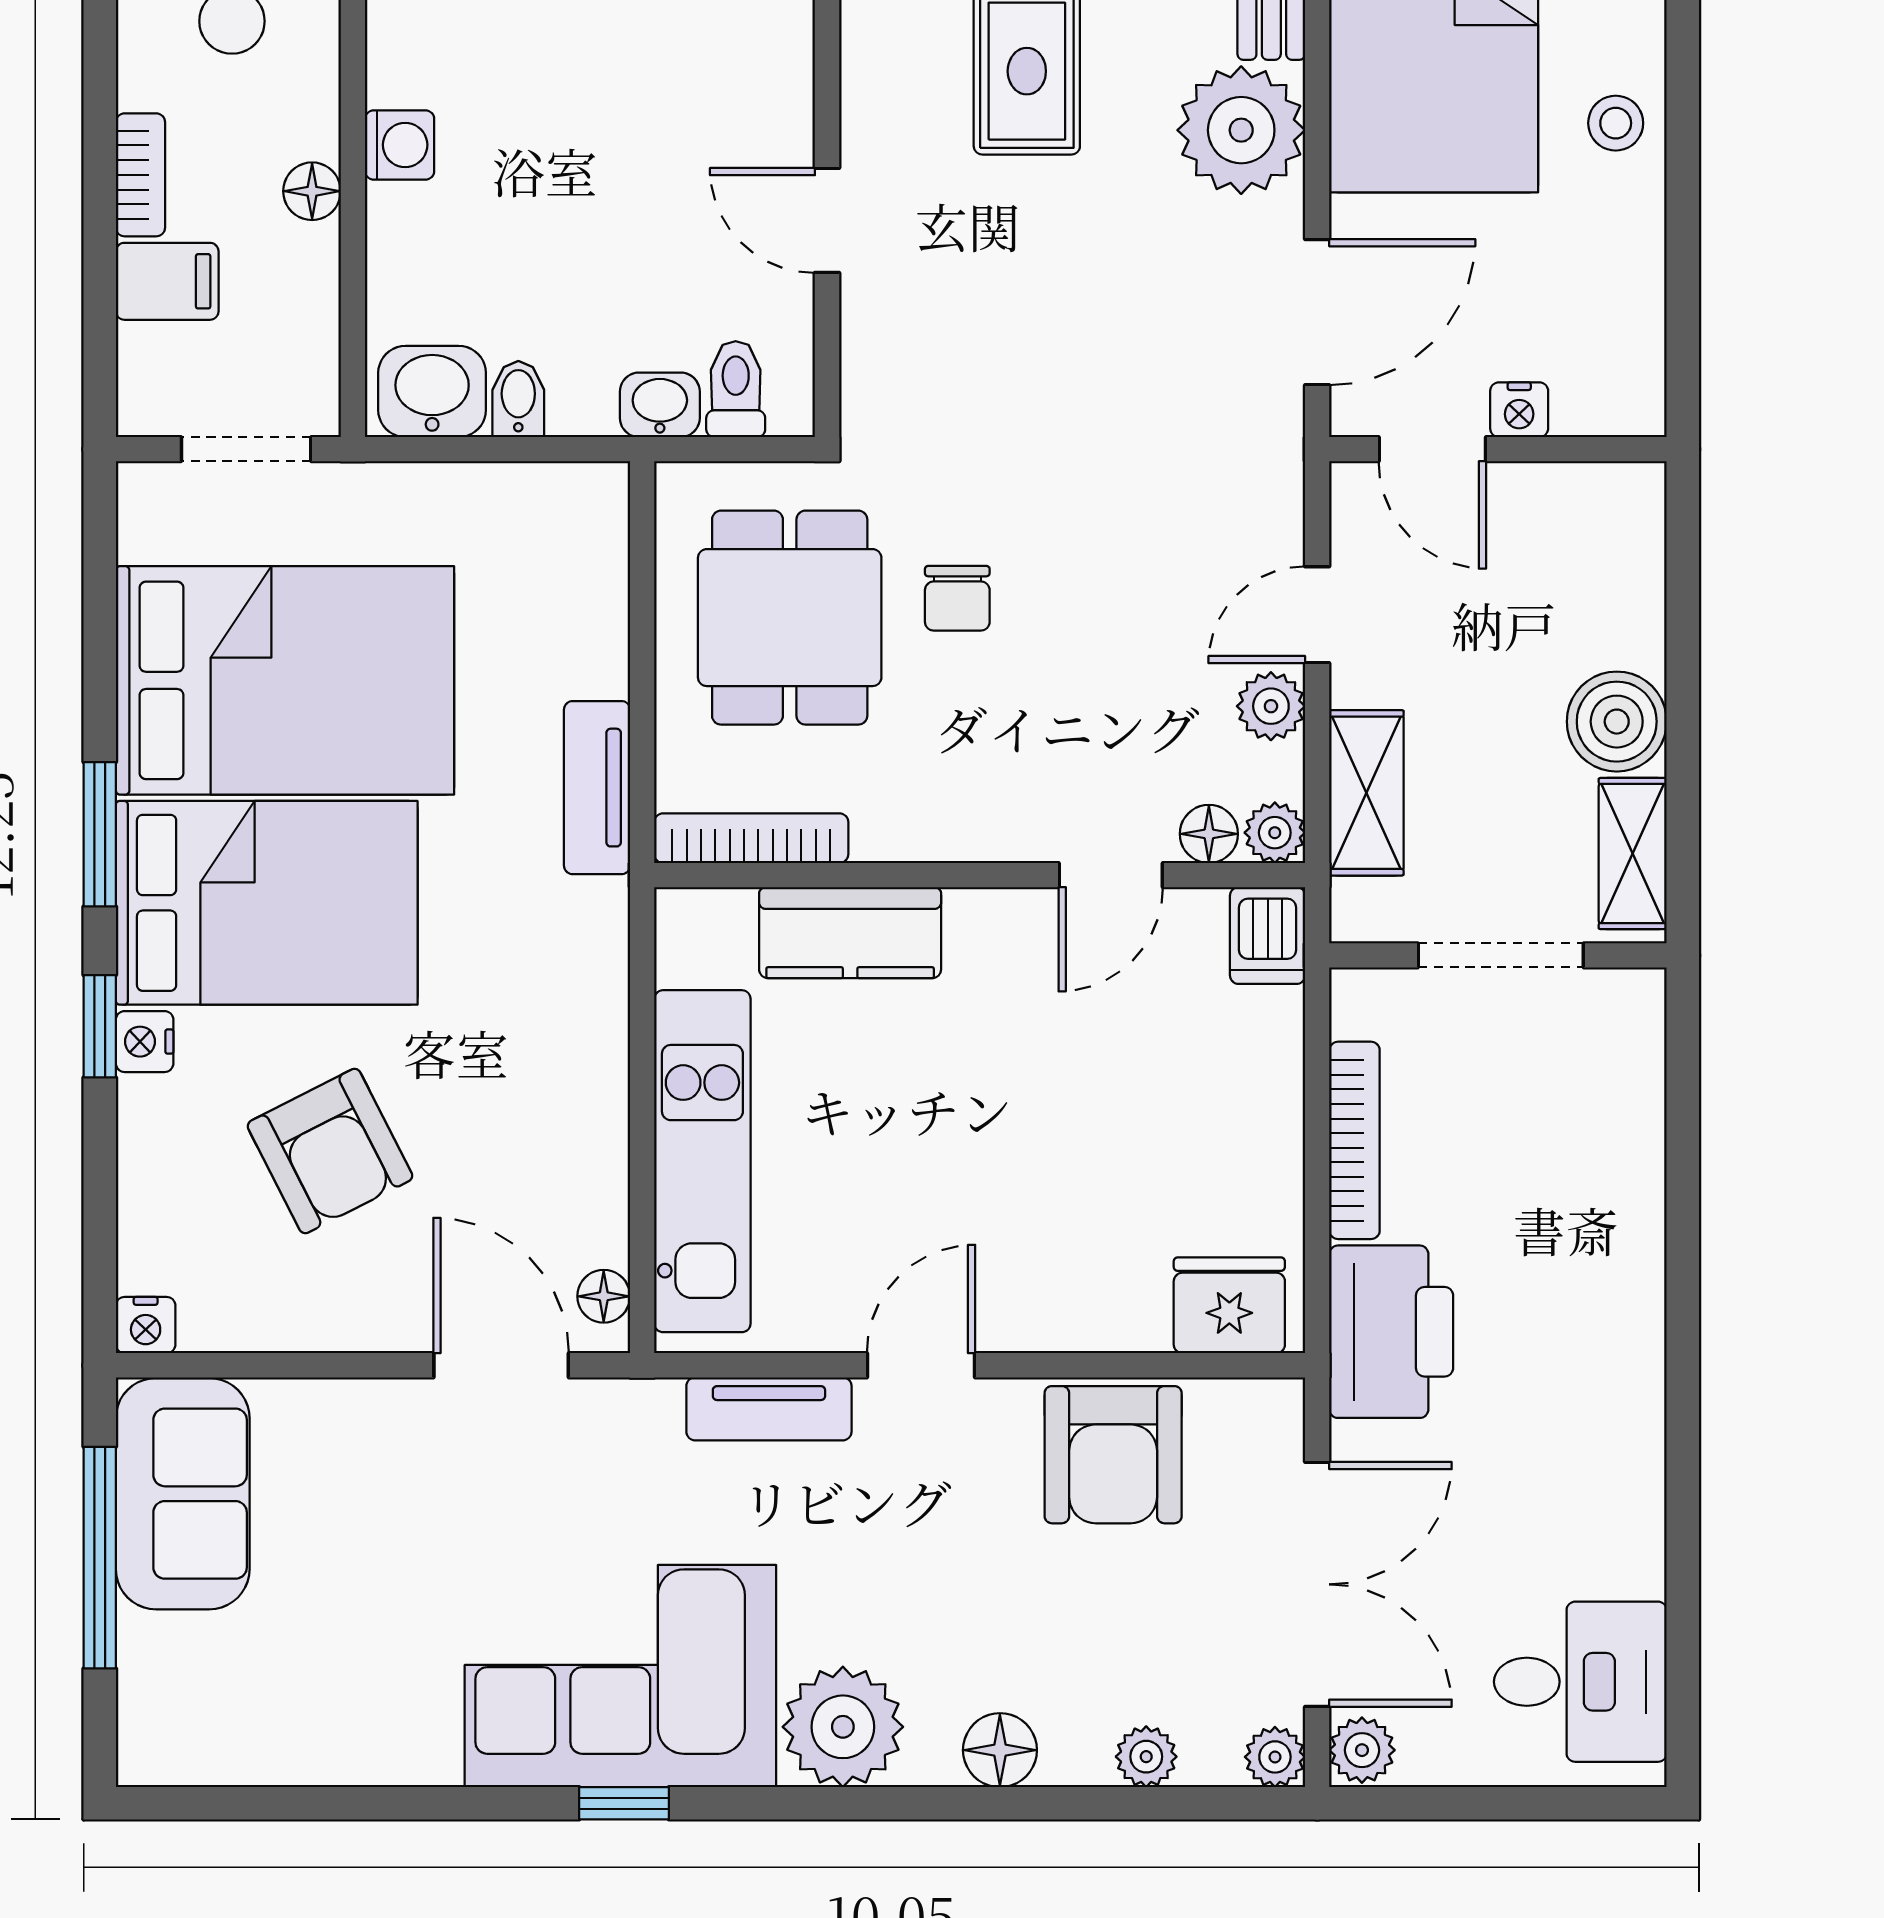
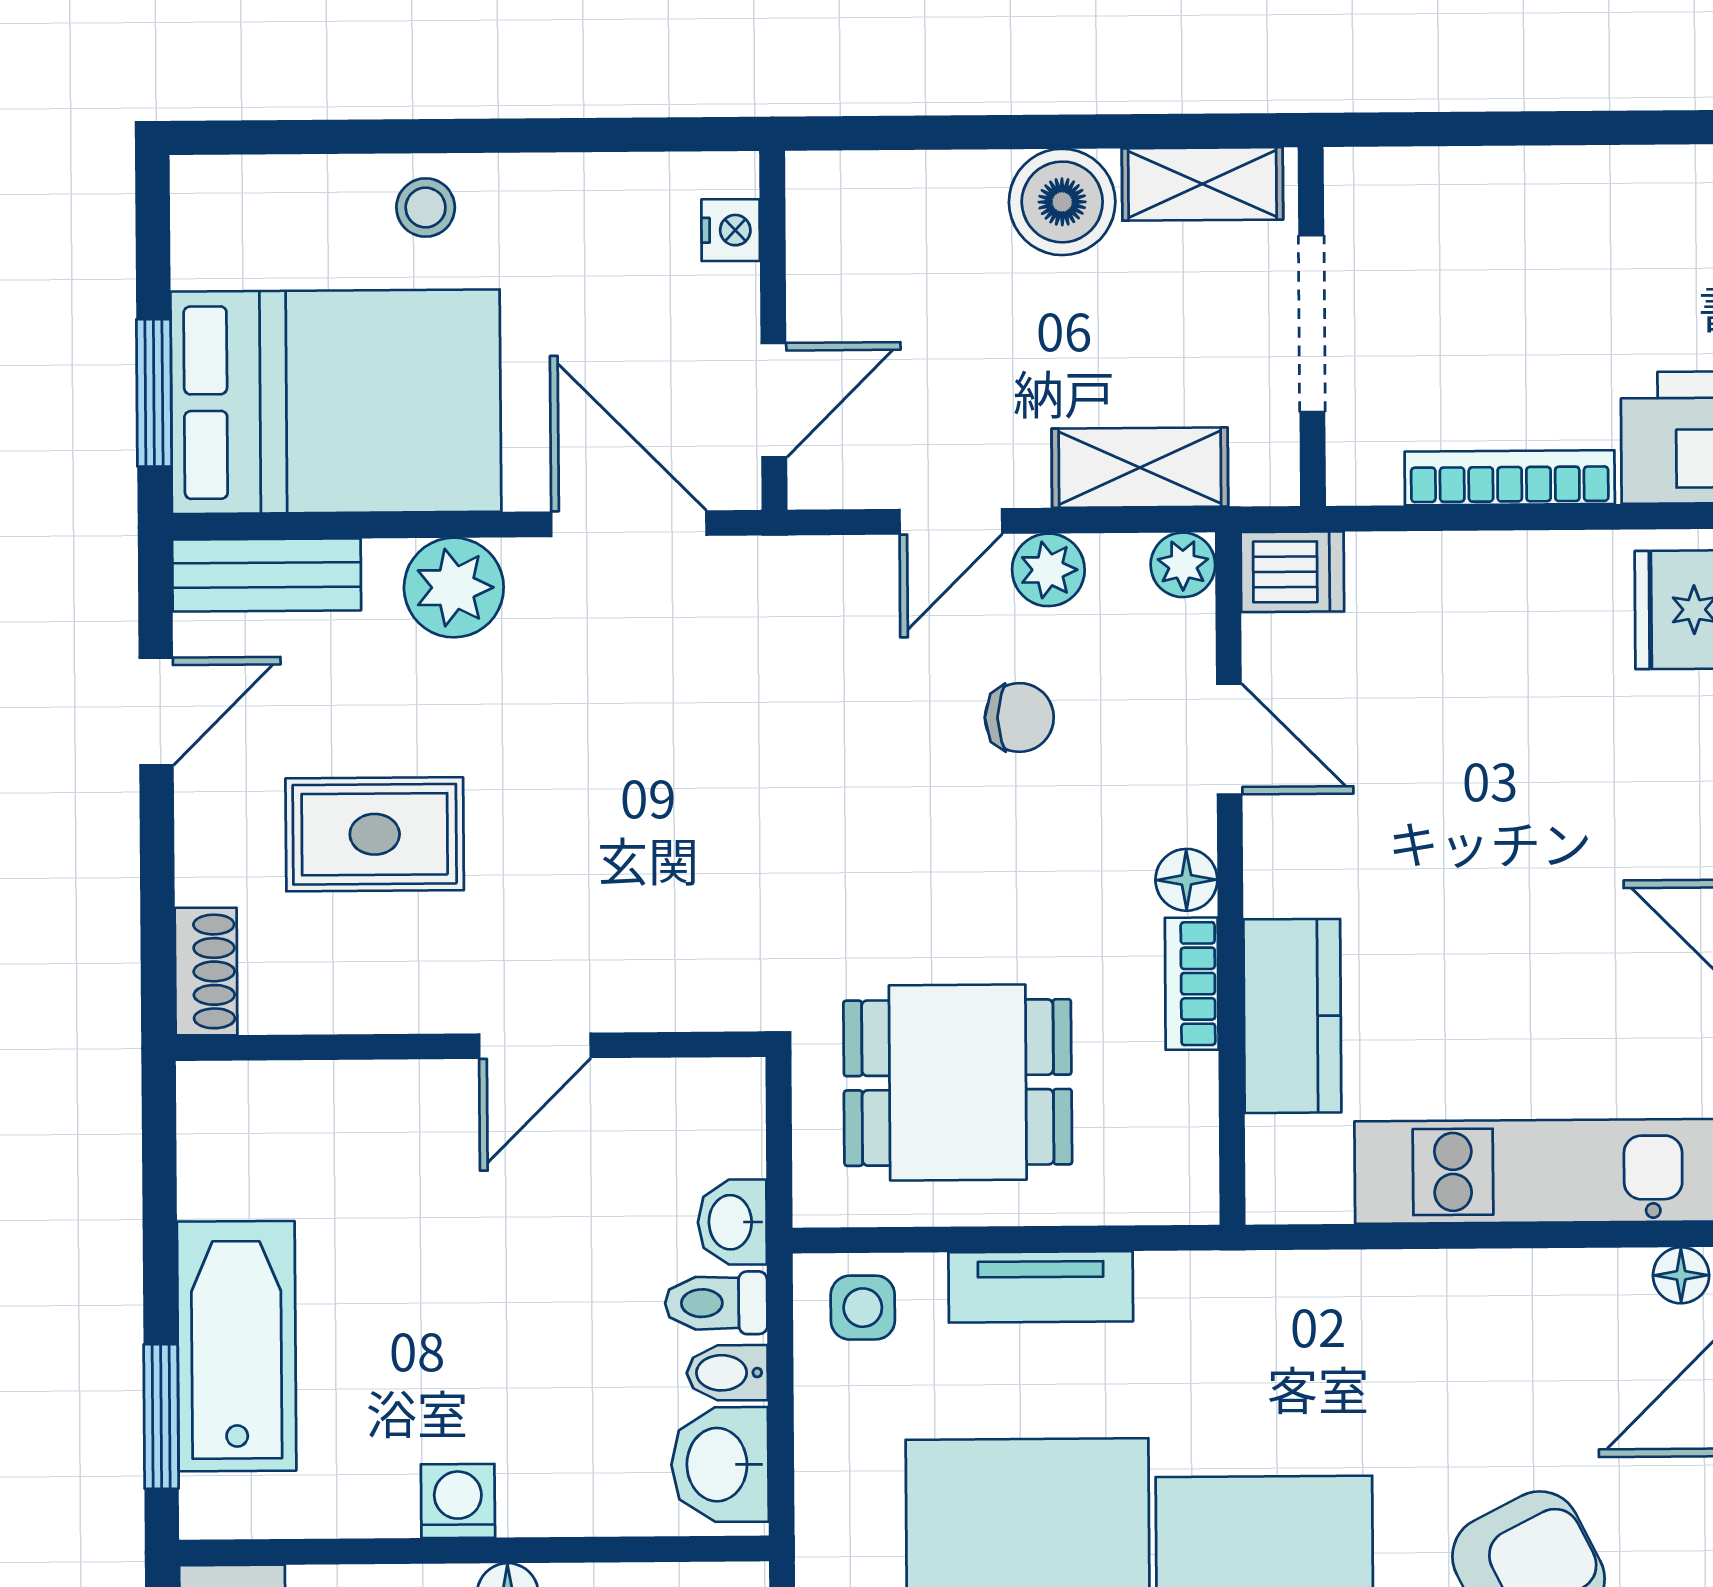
plant: (1241, 130) -> (454, 588), width x0.73, depth x0.73
toilet: (736, 389) -> (716, 1303), moved
nightstand: (1519, 410) -> (731, 230), moved
side table: (579, 527) -> (863, 1308), added
chair: (957, 598) -> (1019, 717), moved
door: (1317, 615) -> (951, 521), hinge flipped
tv unit: (597, 788) -> (1041, 1287), moved
floor lamp: (1209, 834) -> (1186, 880), moved
bookcase: (751, 838) -> (1192, 984), moved, width x0.64

